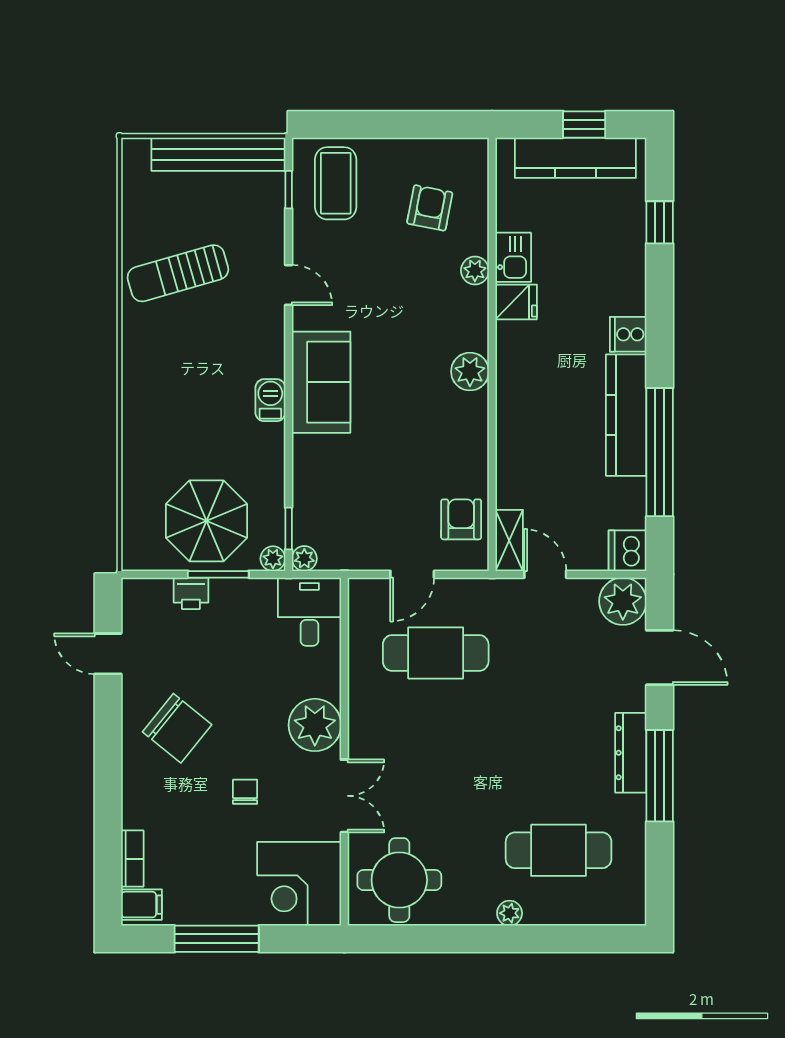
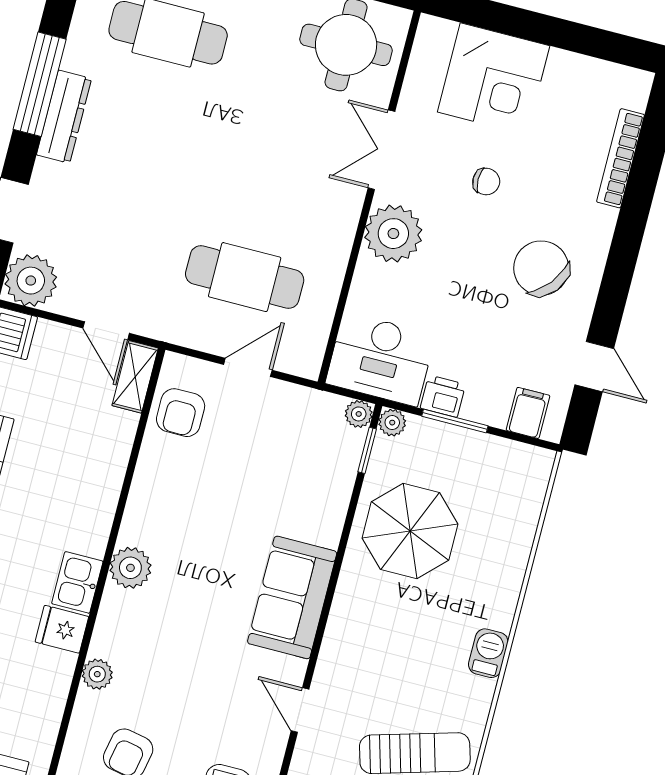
kitchen sink: (513, 257) -> (77, 582), moved
barbecue: (270, 400) -> (488, 653), moved, turned 180
parasol: (206, 521) -> (410, 531), moved
printer: (191, 593) -> (443, 396), moved
desk: (309, 612) -> (380, 359), width x1.37
chair: (245, 792) -> (486, 182), turned -90
bookcase: (132, 859) -> (621, 158), width x1.56
corner desk: (299, 884) -> (494, 79), moved, turned 90
filing cabinet: (142, 905) -> (528, 413), moved, turned 90
window: (217, 939) -> (557, 33), removed

